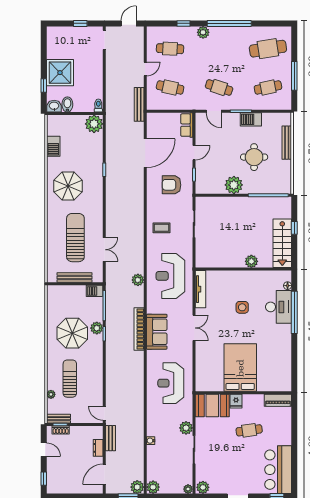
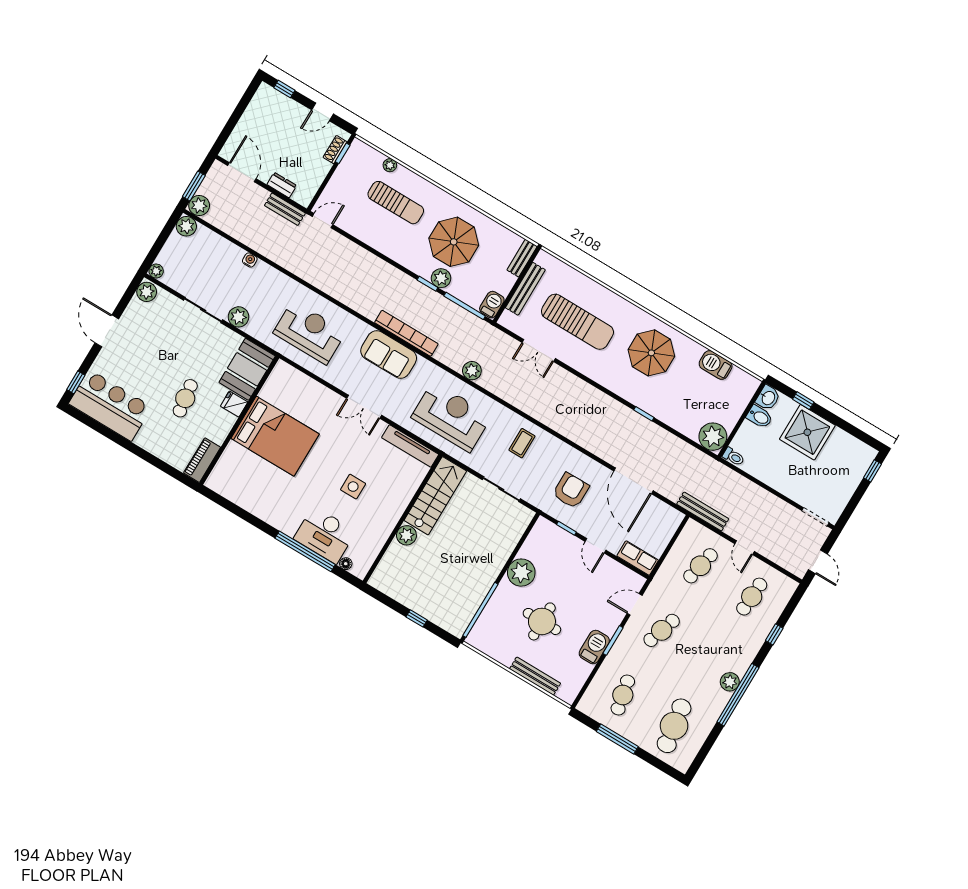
window: (80, 23) -> (872, 471), moved
plant: (203, 32) -> (730, 682), moved
stairs: (282, 243) -> (435, 496), moved, turned 90
bench: (58, 419) -> (522, 258), moved

